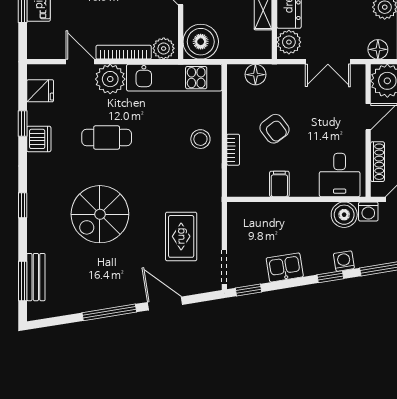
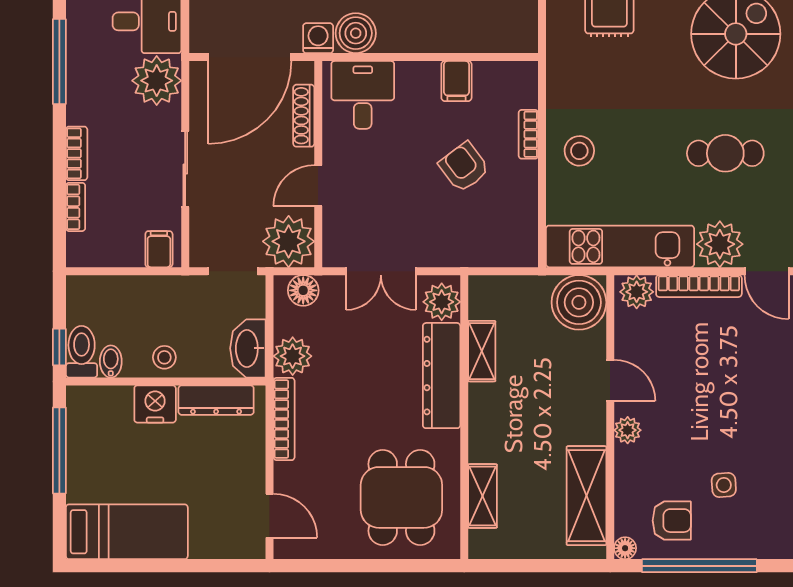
double door: (328, 62) -> (381, 271), swing flipped
floor lamp: (255, 75) -> (494, 251), removed

